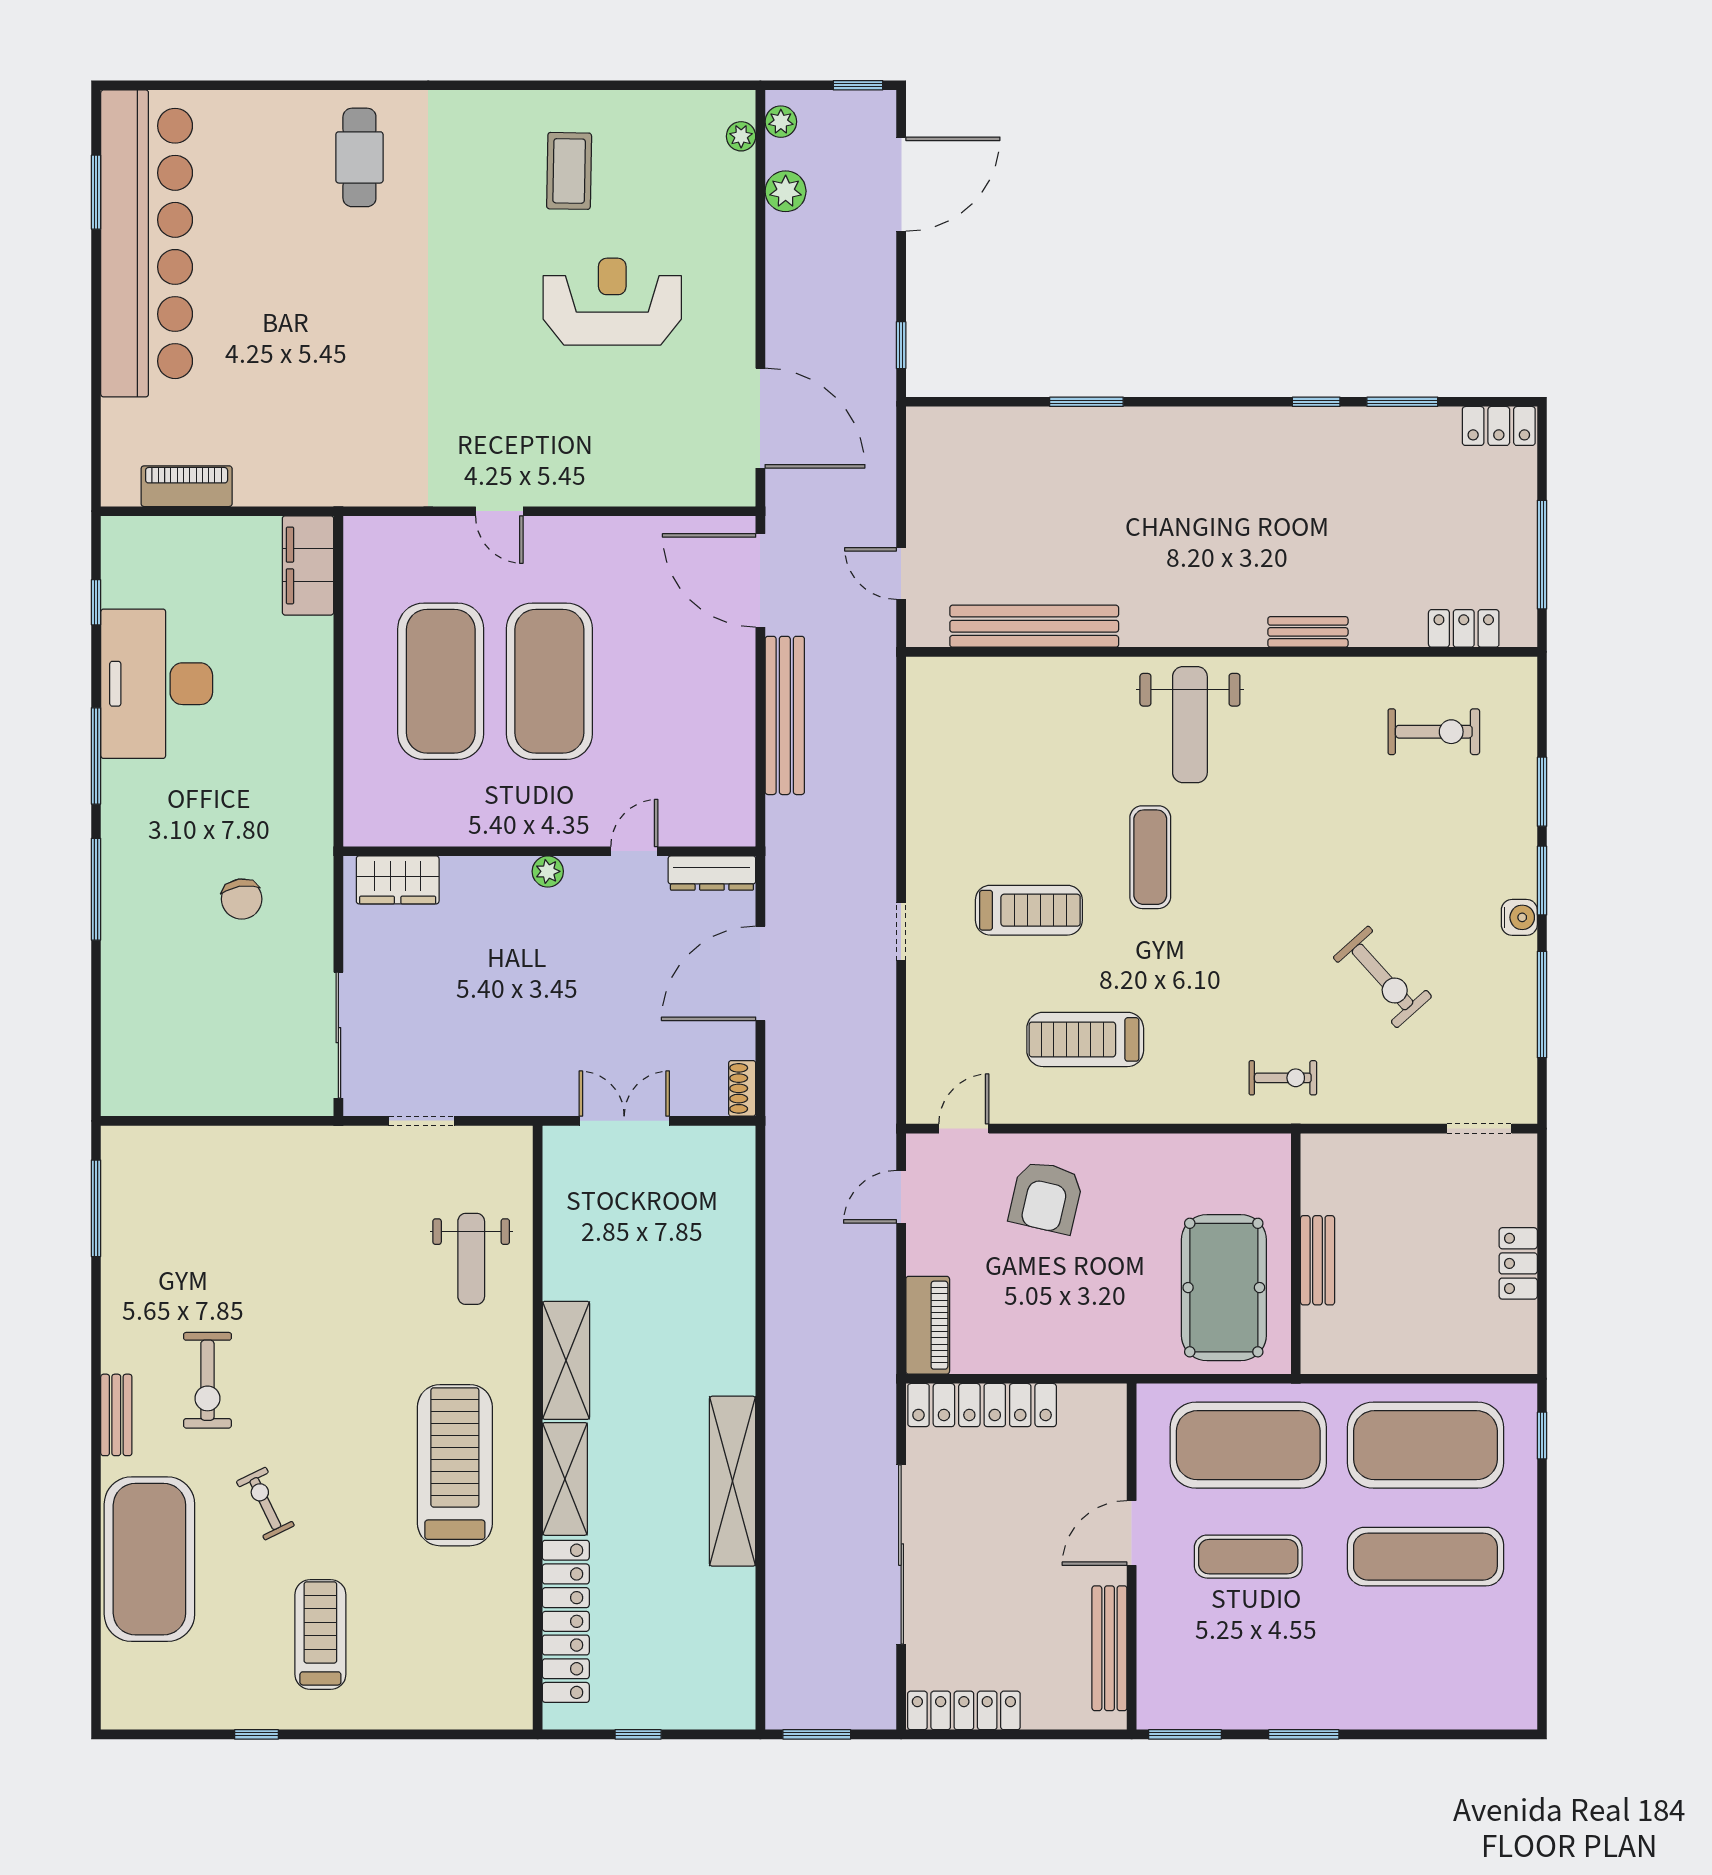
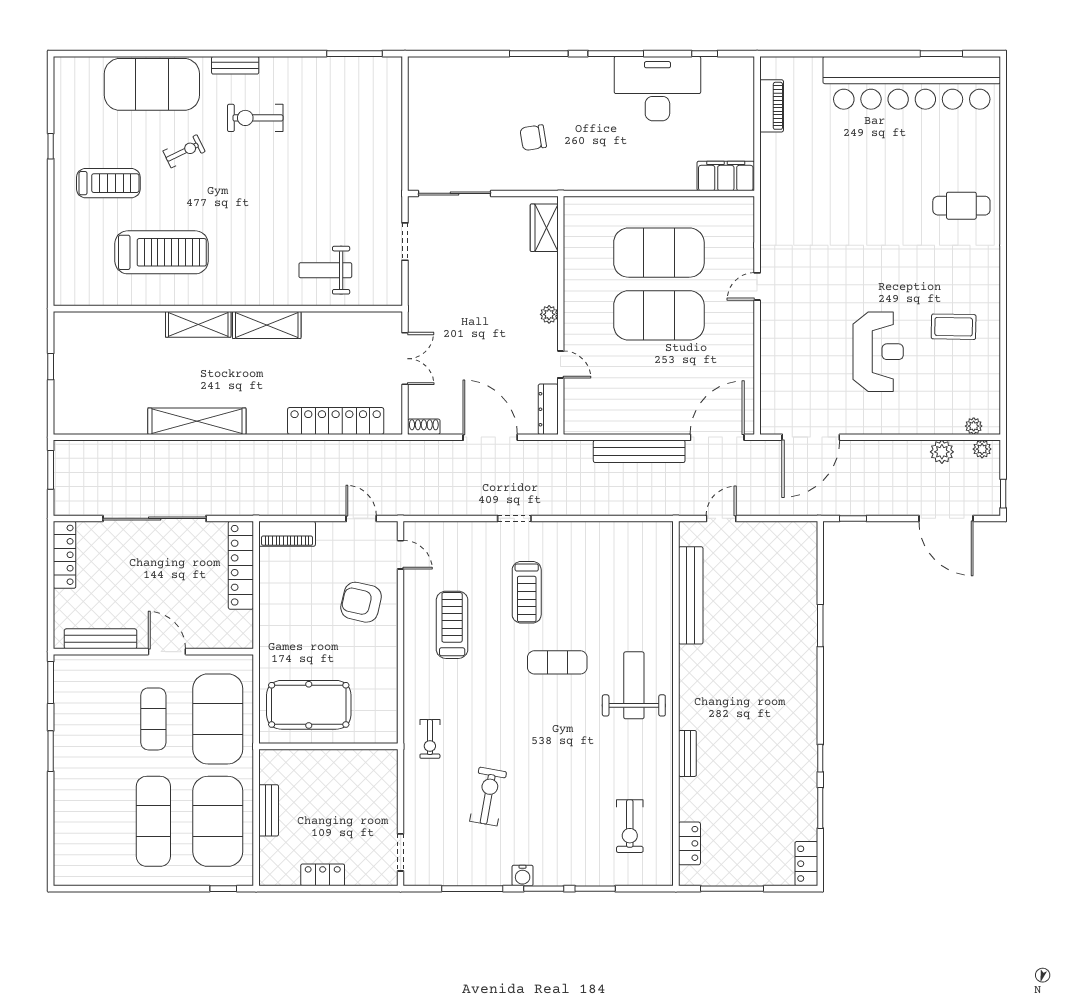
weight bench: (1190, 725) -> (634, 685), turned 90
exercise bike: (1383, 977) -> (488, 797), turned 142
bench: (1318, 1260) -> (269, 810), moved, turned 90
treadmill: (455, 1465) -> (161, 252), moved
locker: (566, 1621) -> (336, 421), moved, turned 180

